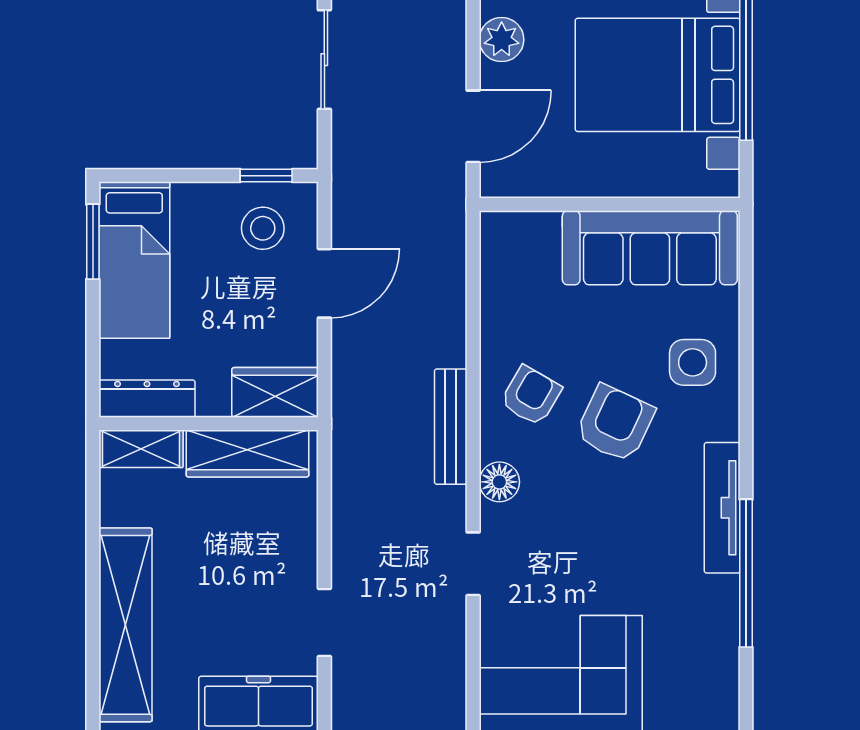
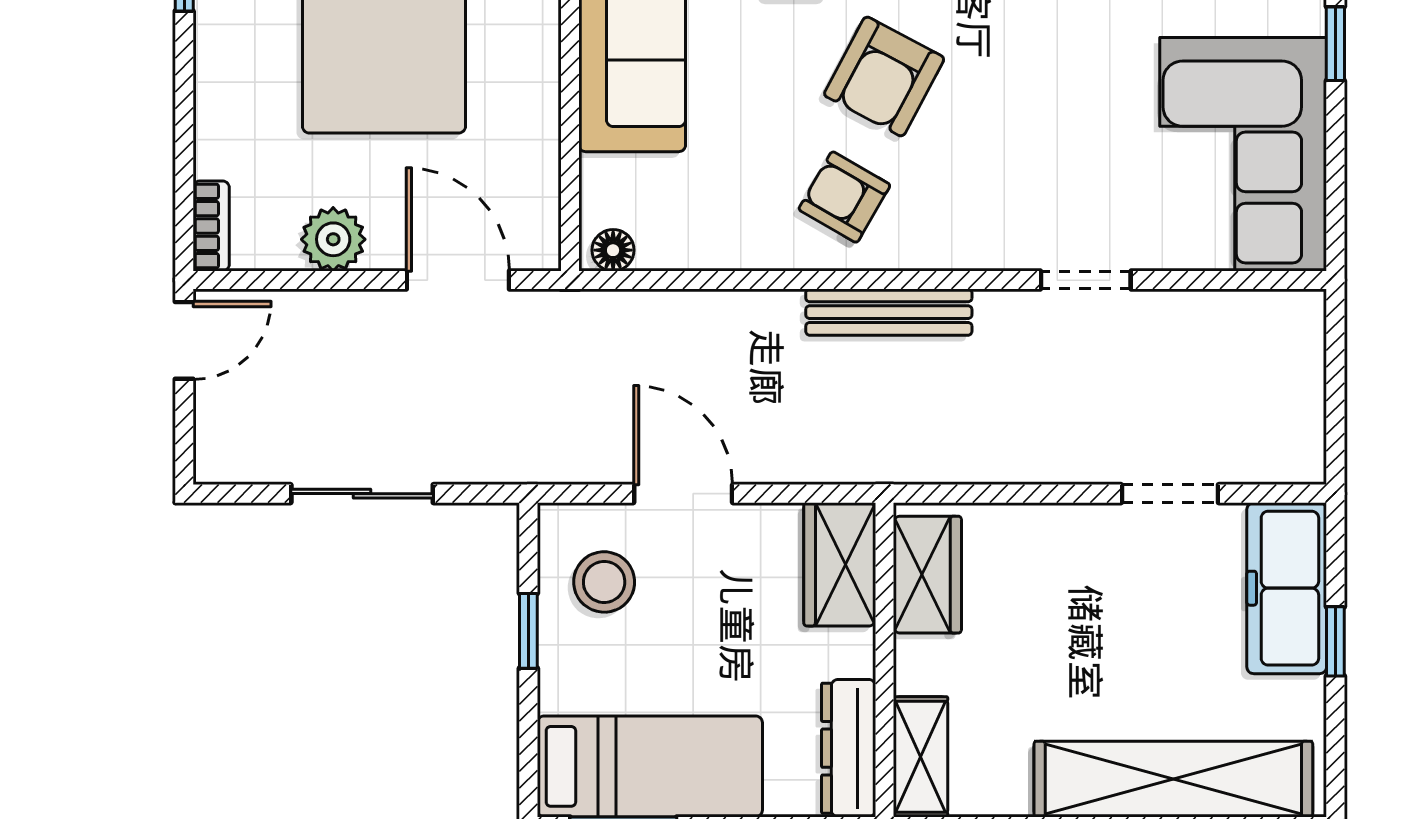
window: (266, 176) -> (528, 631), moved
armchair: (615, 423) -> (884, 76), turned -87
wardrobe: (248, 453) -> (927, 575), width x0.67
floor lamp: (499, 482) -> (613, 250), moved, width x0.73, depth x0.73

